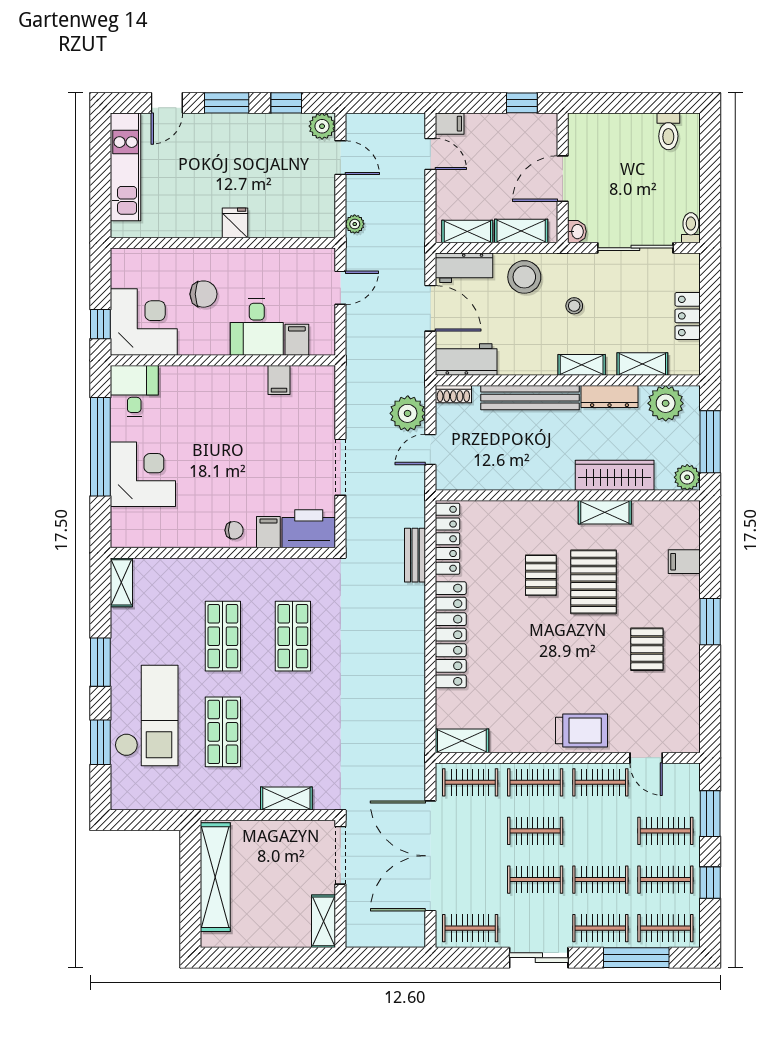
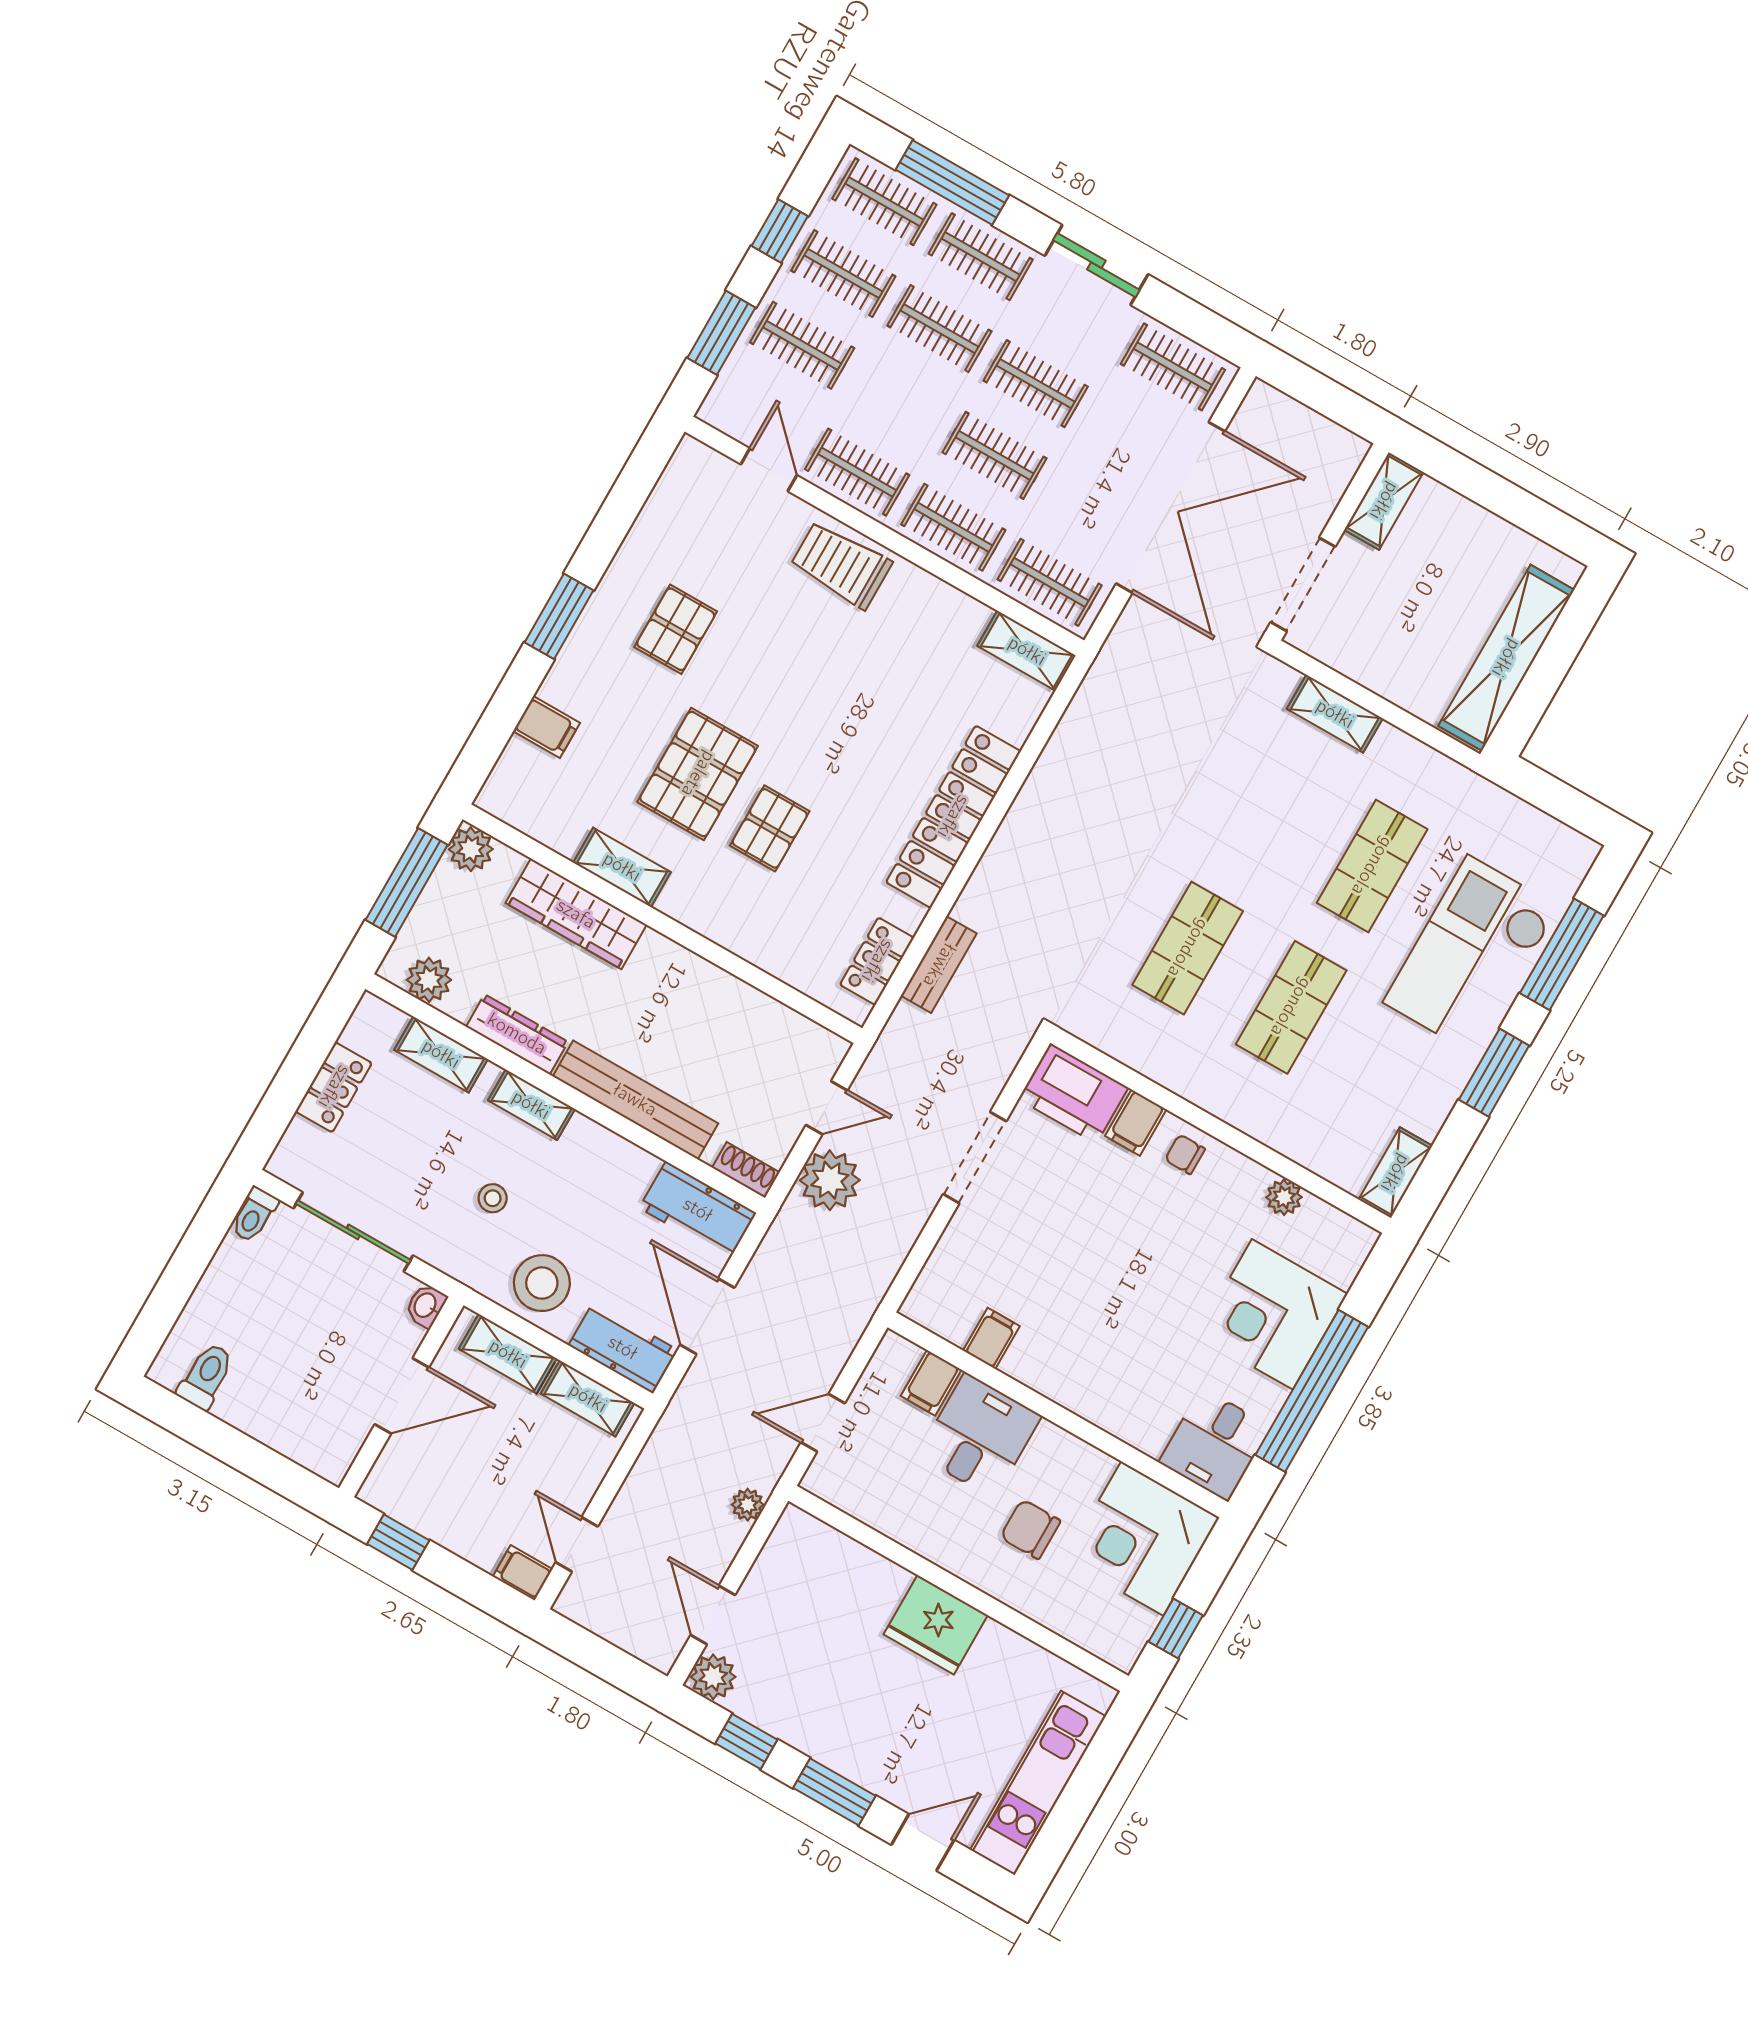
fridge: (235, 223) -> (936, 1625), width x1.88, depth x1.34
window: (100, 324) -> (1176, 1629), moved
plant: (666, 403) -> (429, 980), width x0.73, depth x0.73
plant: (171, 537) -> (1284, 1197), added
locker: (447, 539) -> (877, 961), width x0.66
window: (100, 742) -> (1562, 954), width x1.44

